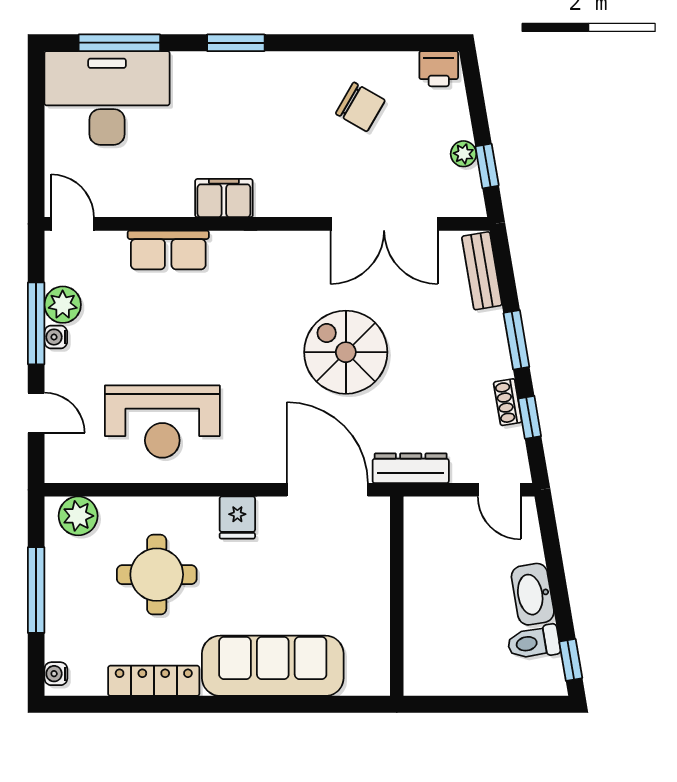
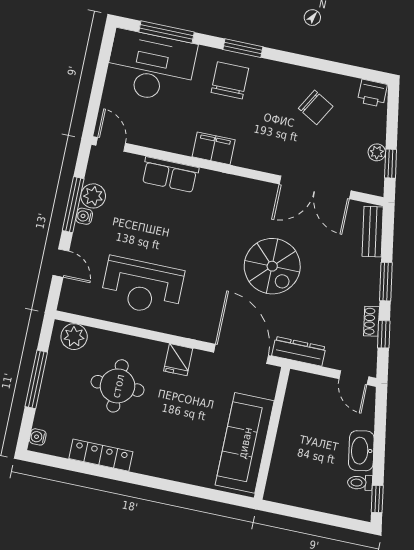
chair: (227, 94) -> (230, 80), added
spiral stairs: (346, 352) -> (272, 266), turned 180
toilet: (534, 643) -> (360, 483), width x0.73, depth x0.72
sofa: (273, 666) -> (245, 443), moved, turned -90

